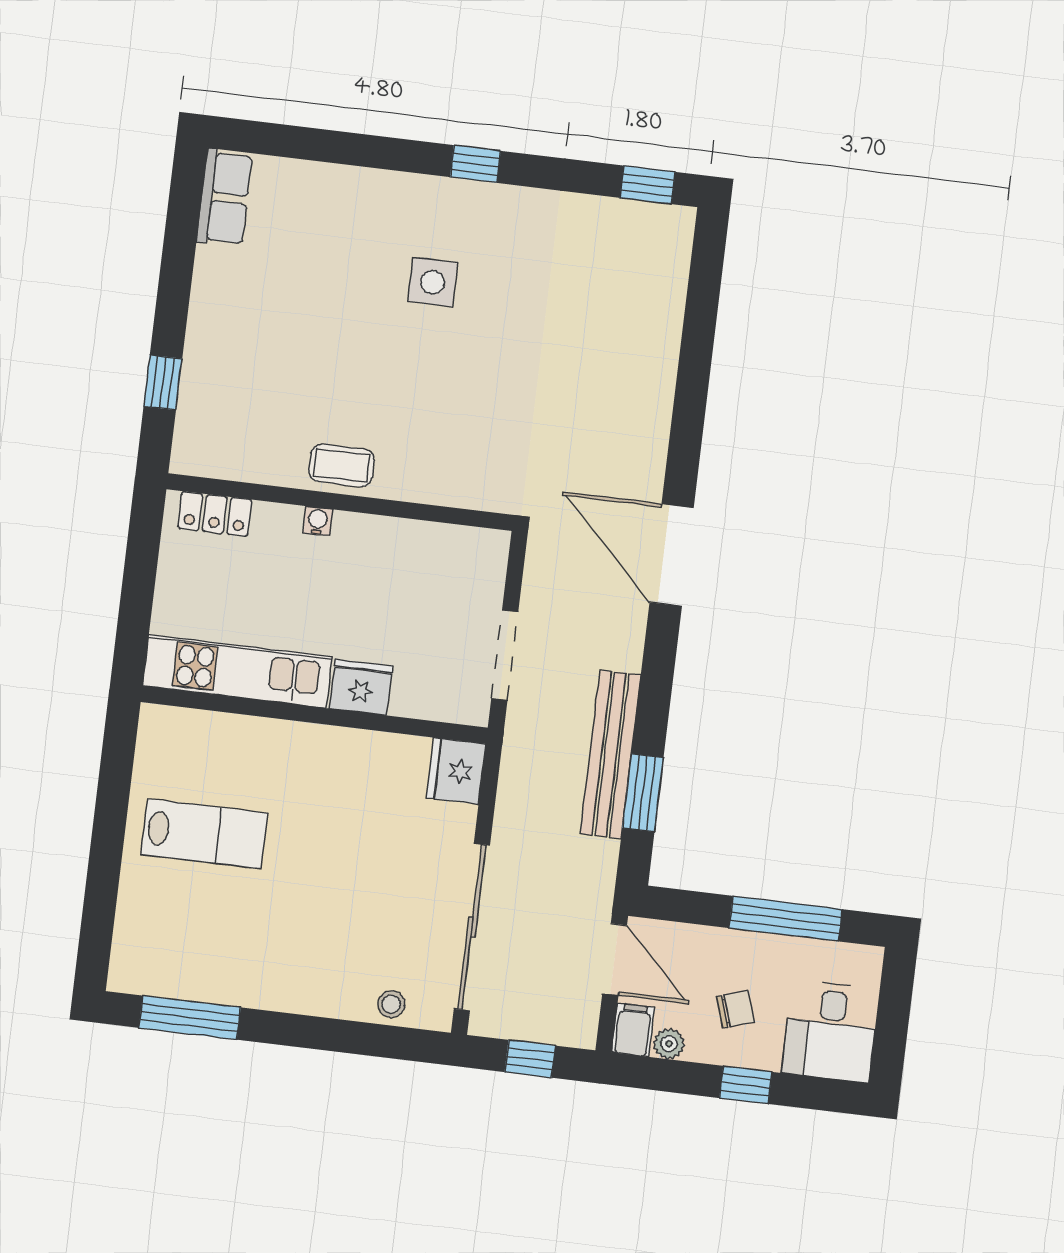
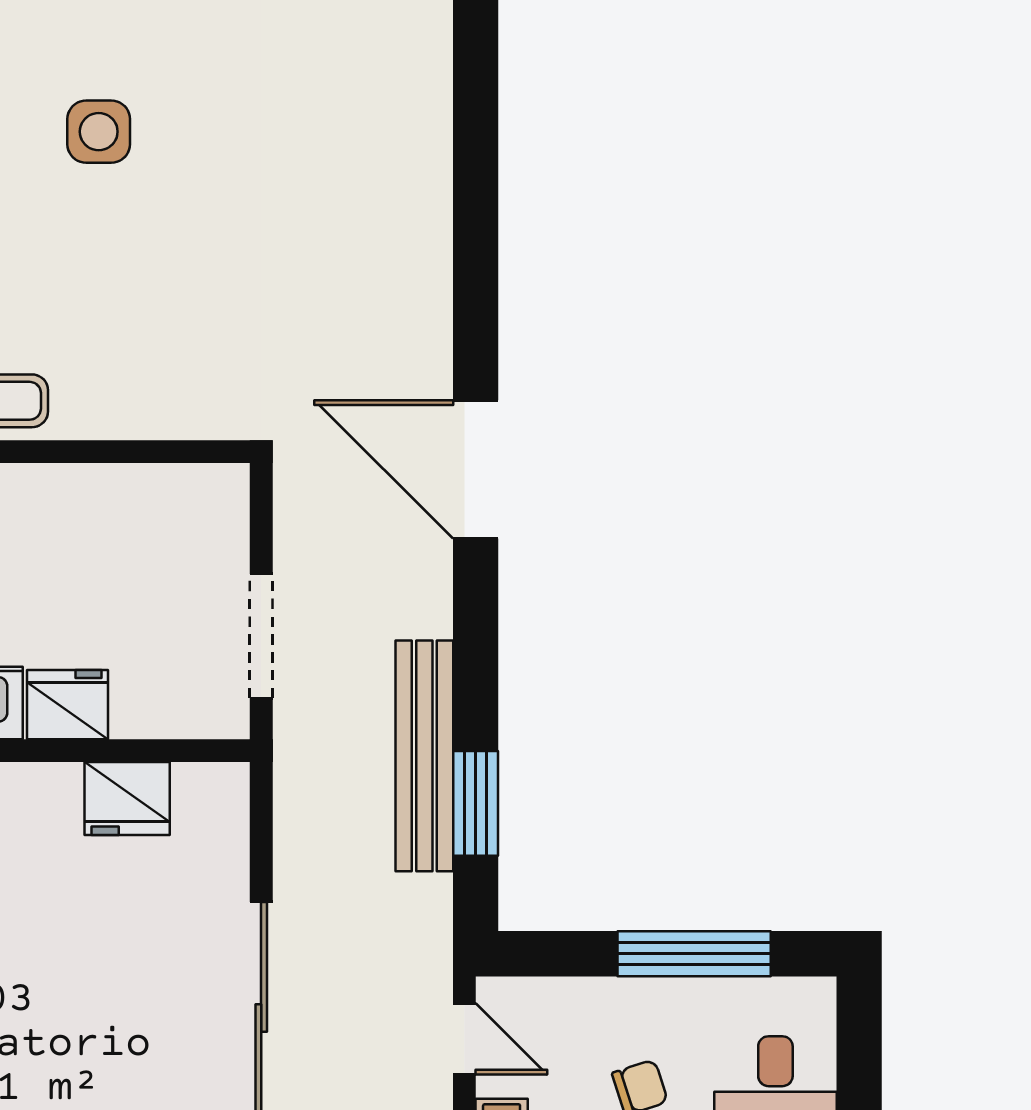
fridge: (456, 771) -> (127, 799), moved, turned -90
door: (615, 959) -> (464, 1039), width x0.73

